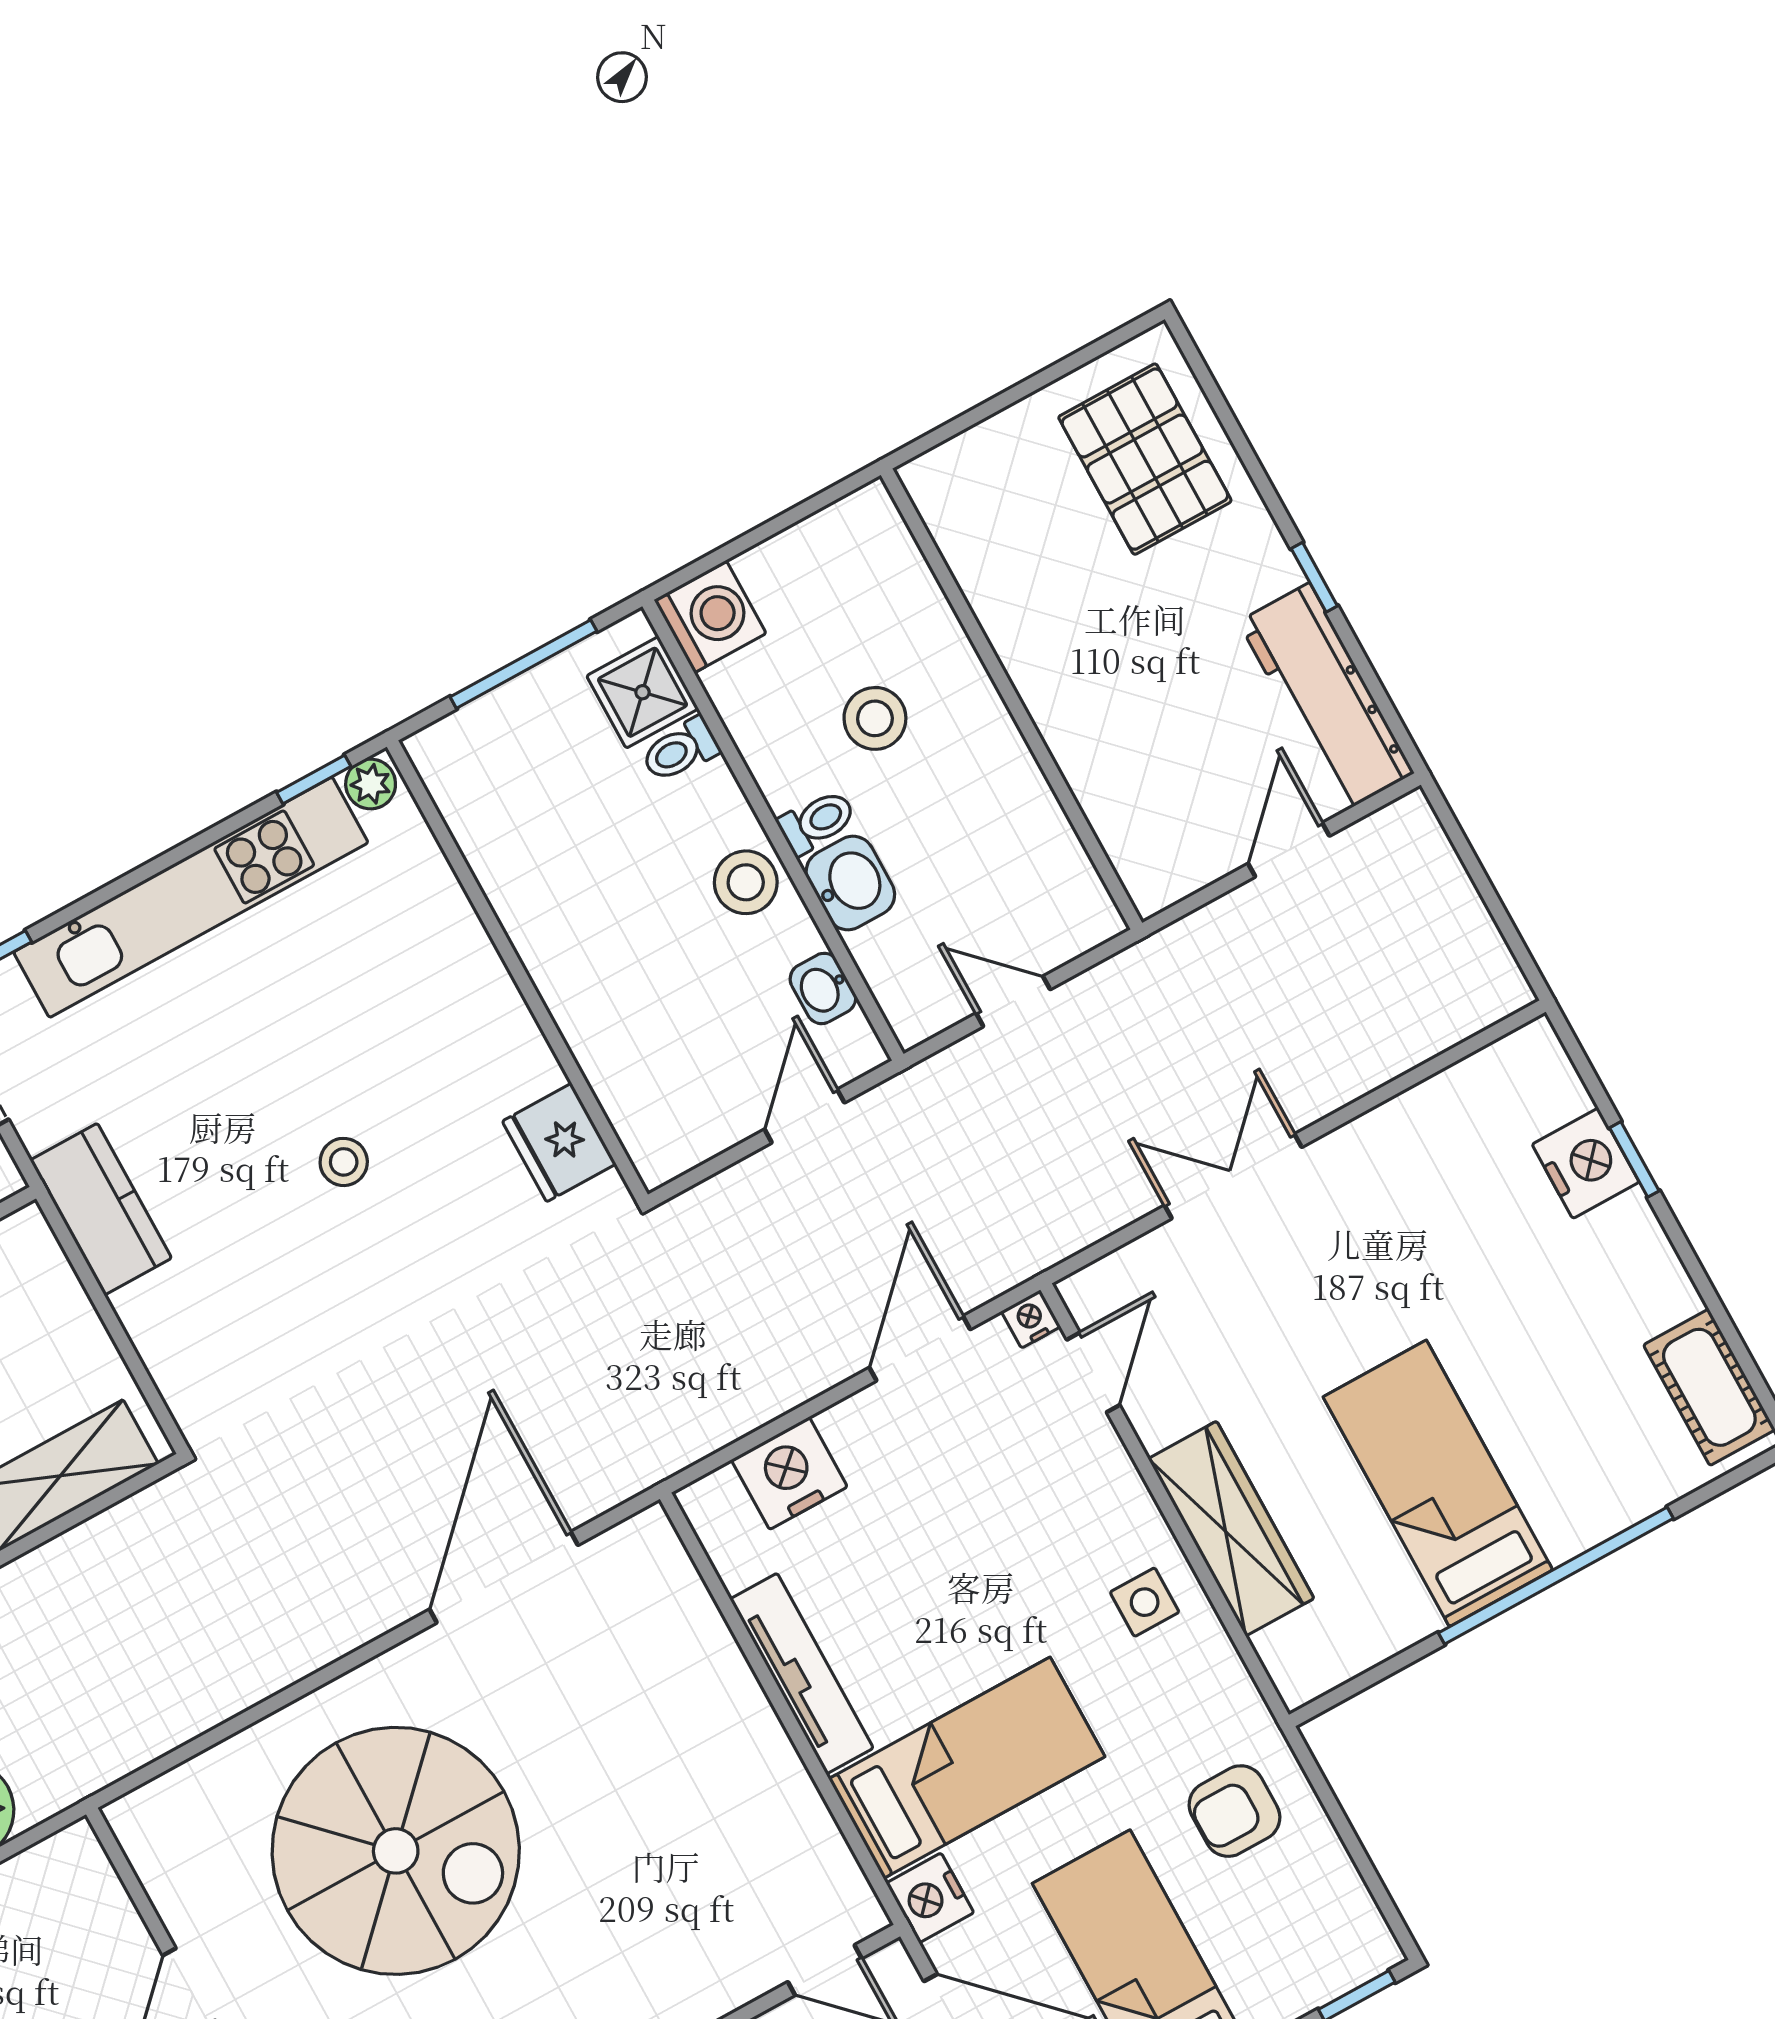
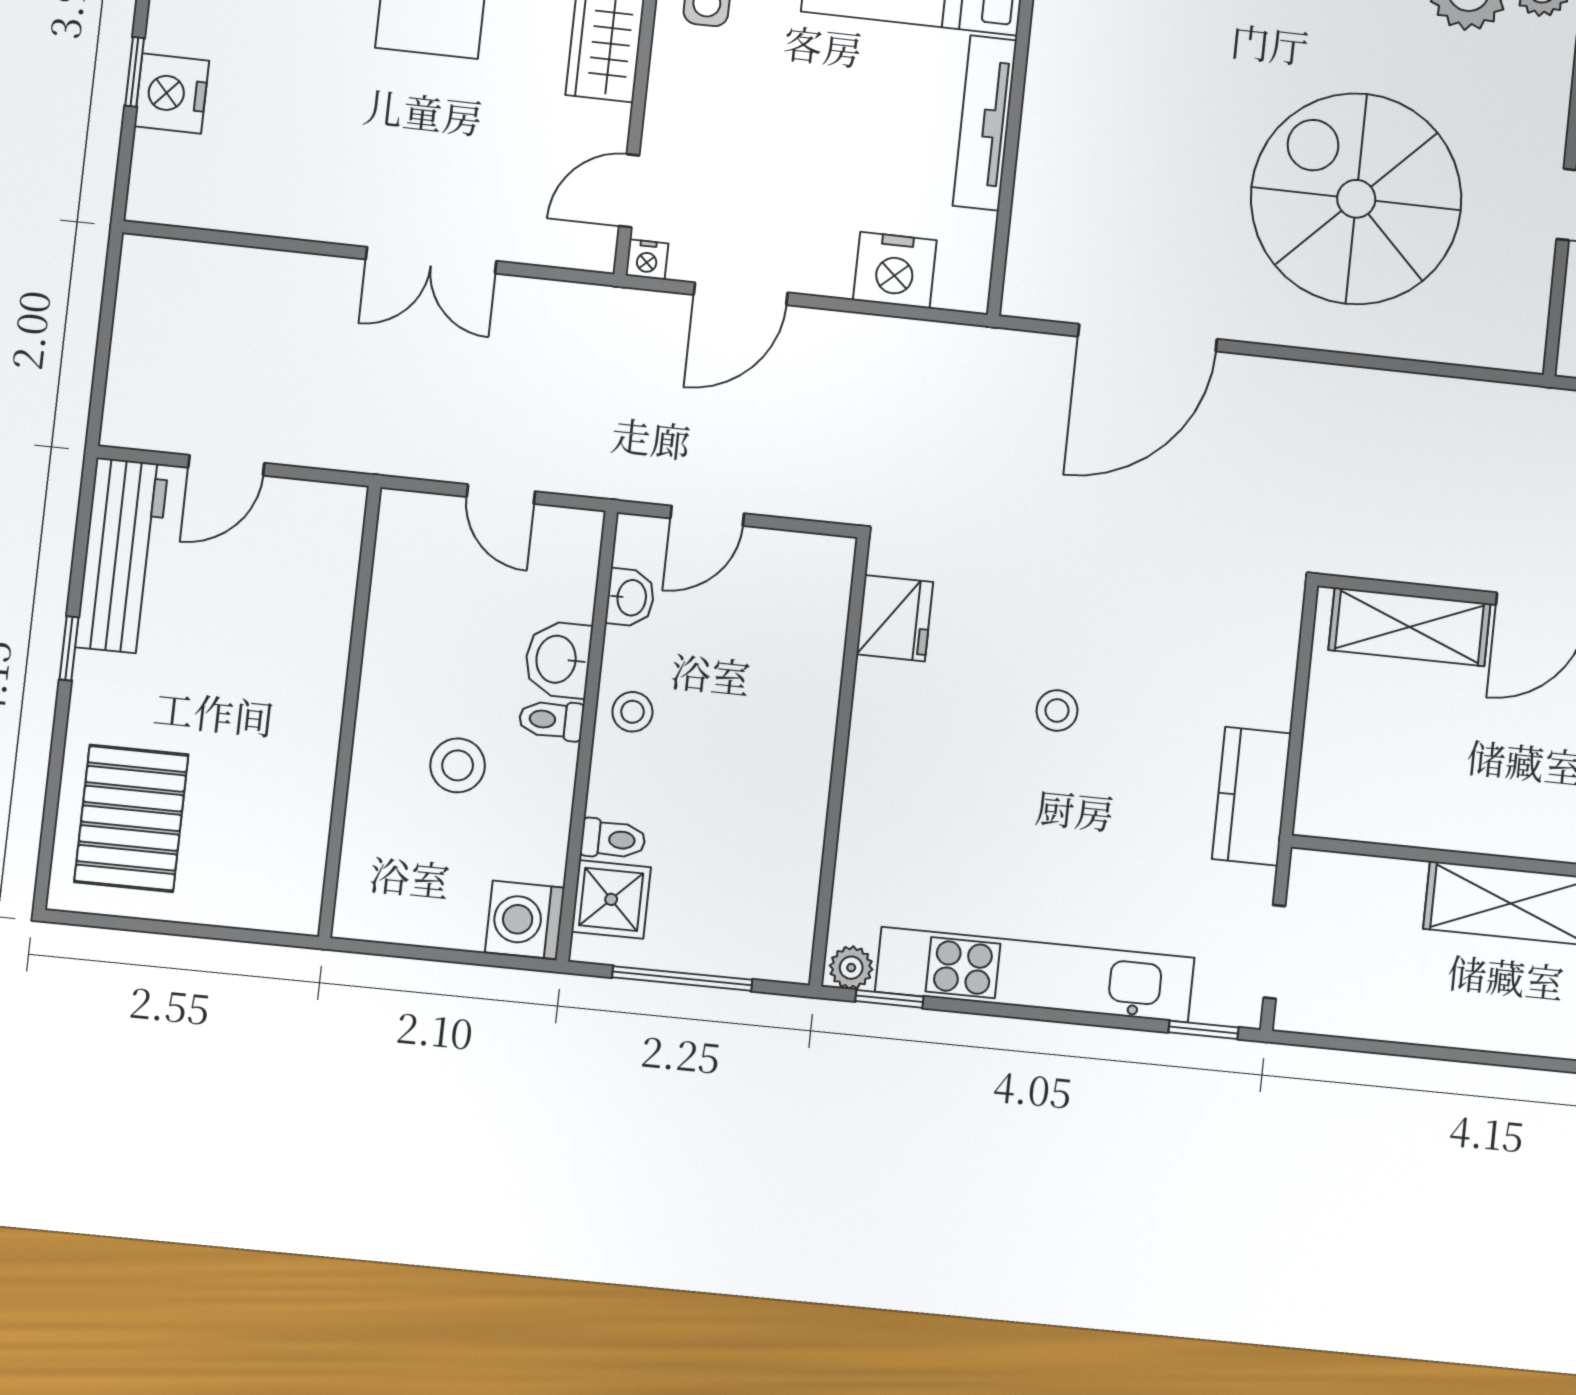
stool: (746, 882) -> (632, 712), width x0.73, depth x0.73

